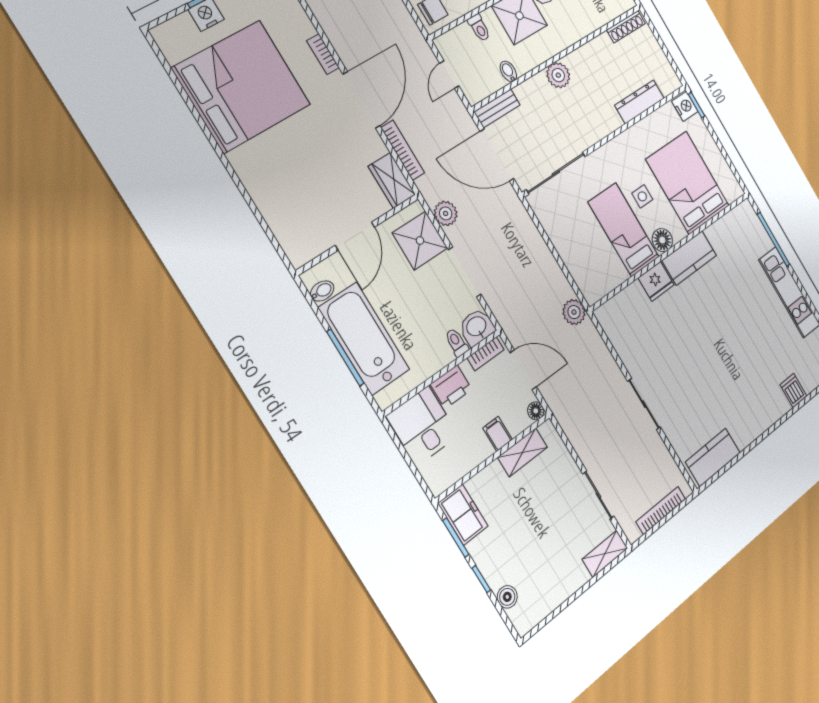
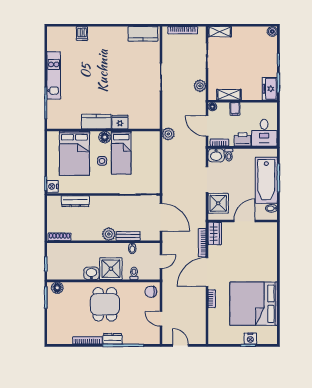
bench: (497, 108) -> (128, 236), moved
plant: (446, 213) -> (200, 86), moved
boiler: (507, 597) -> (272, 31), moved

